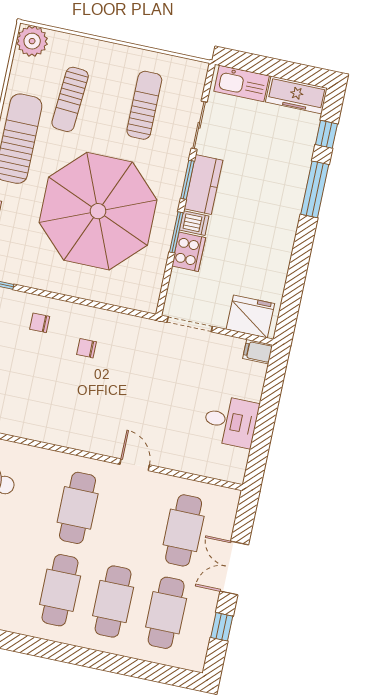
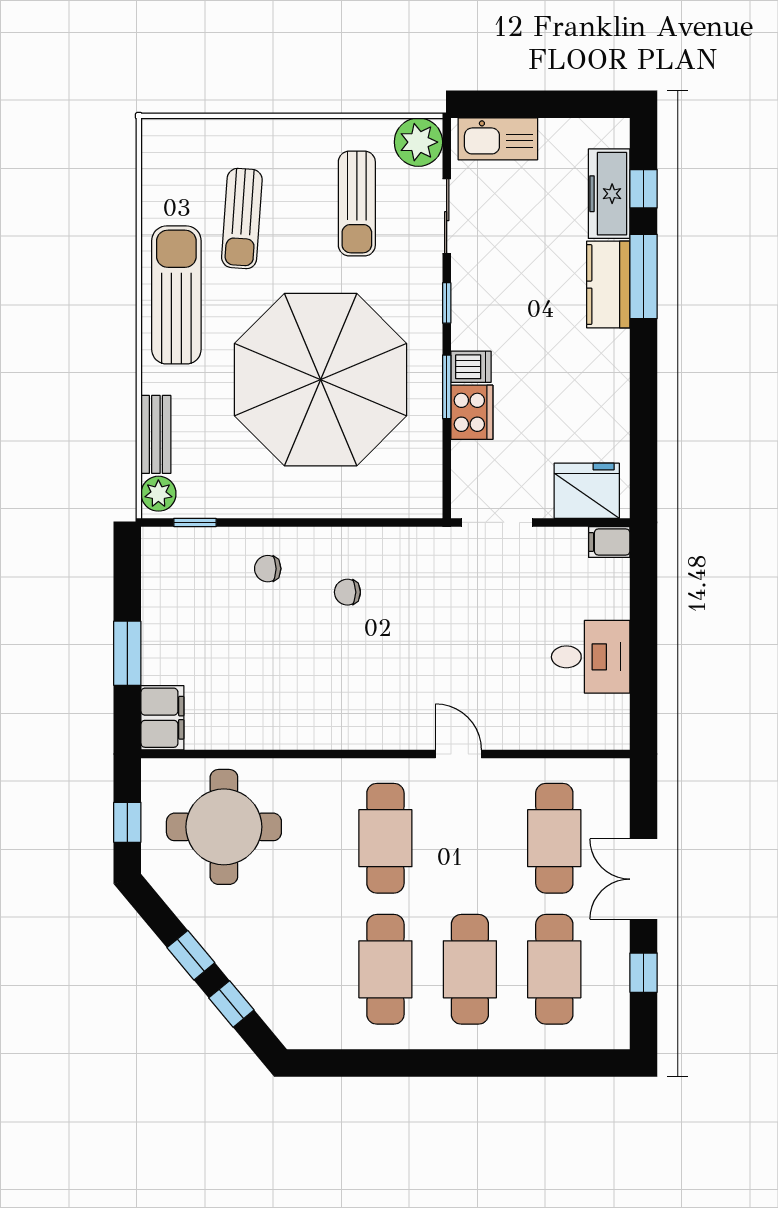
plant: (32, 41) -> (418, 142), moved
freezer: (296, 95) -> (609, 194), moved, turned 90
sun lounger: (144, 105) -> (357, 204), turned 180
window: (188, 180) -> (447, 303), width x0.67
kitchen counter: (203, 185) -> (608, 285), moved, turned 180

